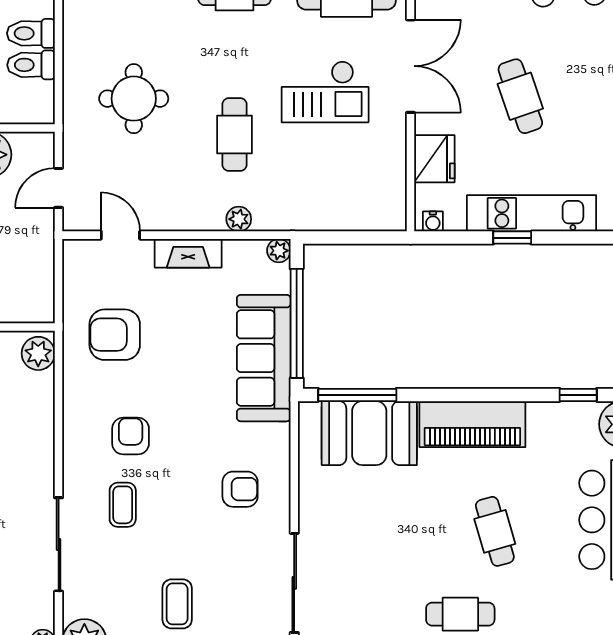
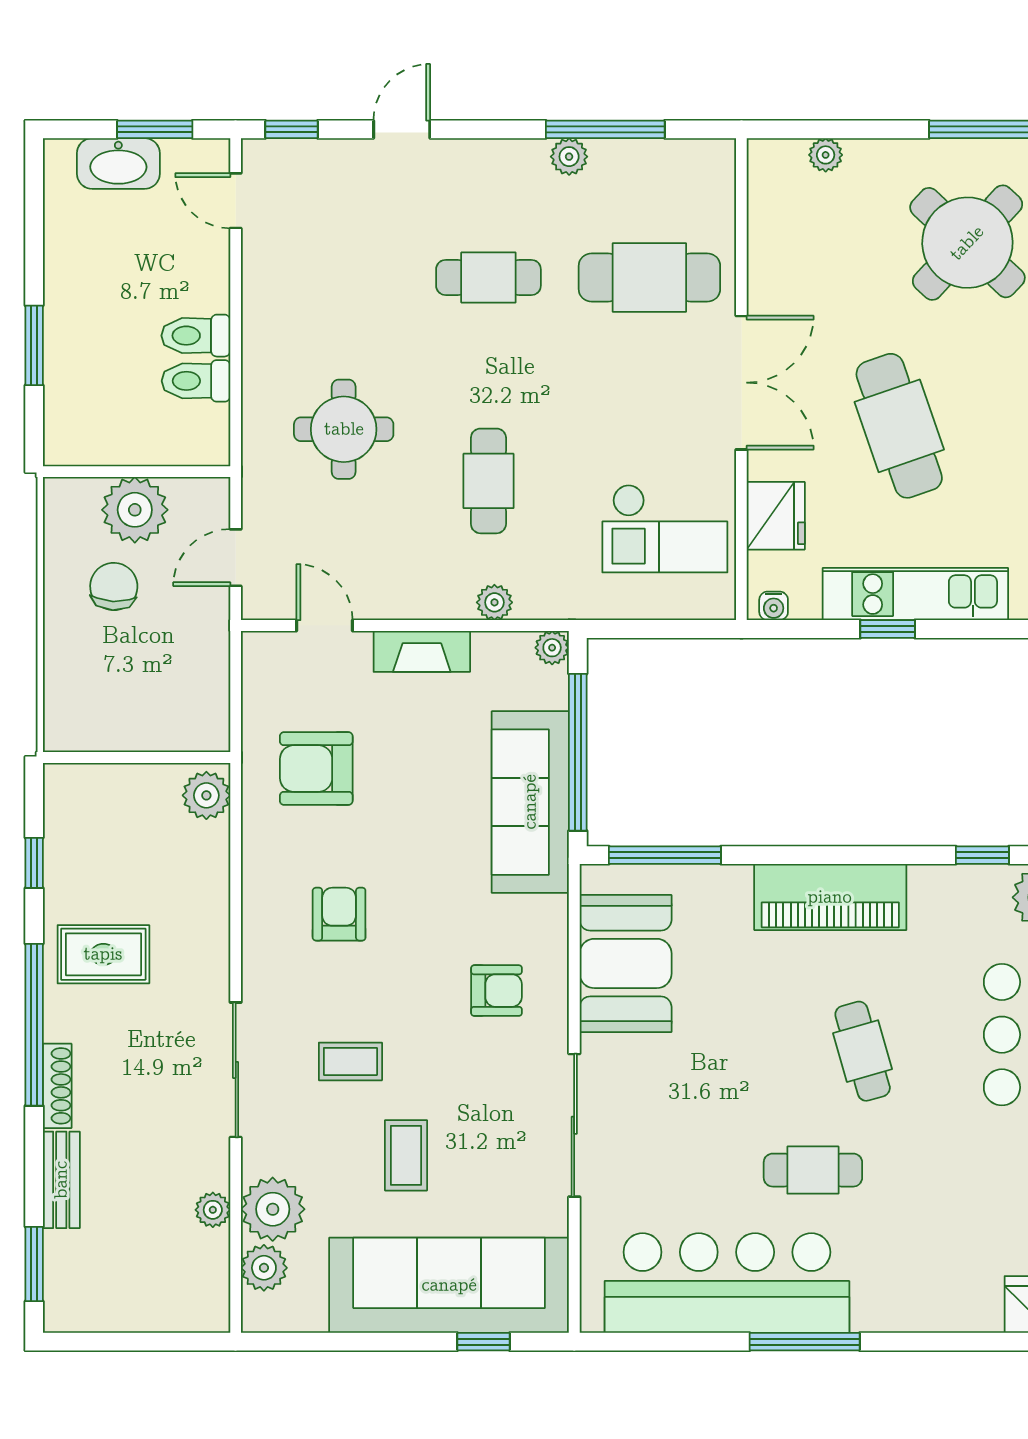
checkout: (325, 92) -> (665, 529), moved
cafe table: (520, 96) -> (899, 426), width x1.37, depth x1.35
booth: (369, 433) -> (626, 963), moved, turned 90
coffee table: (123, 505) -> (350, 1061), moved, turned 90

